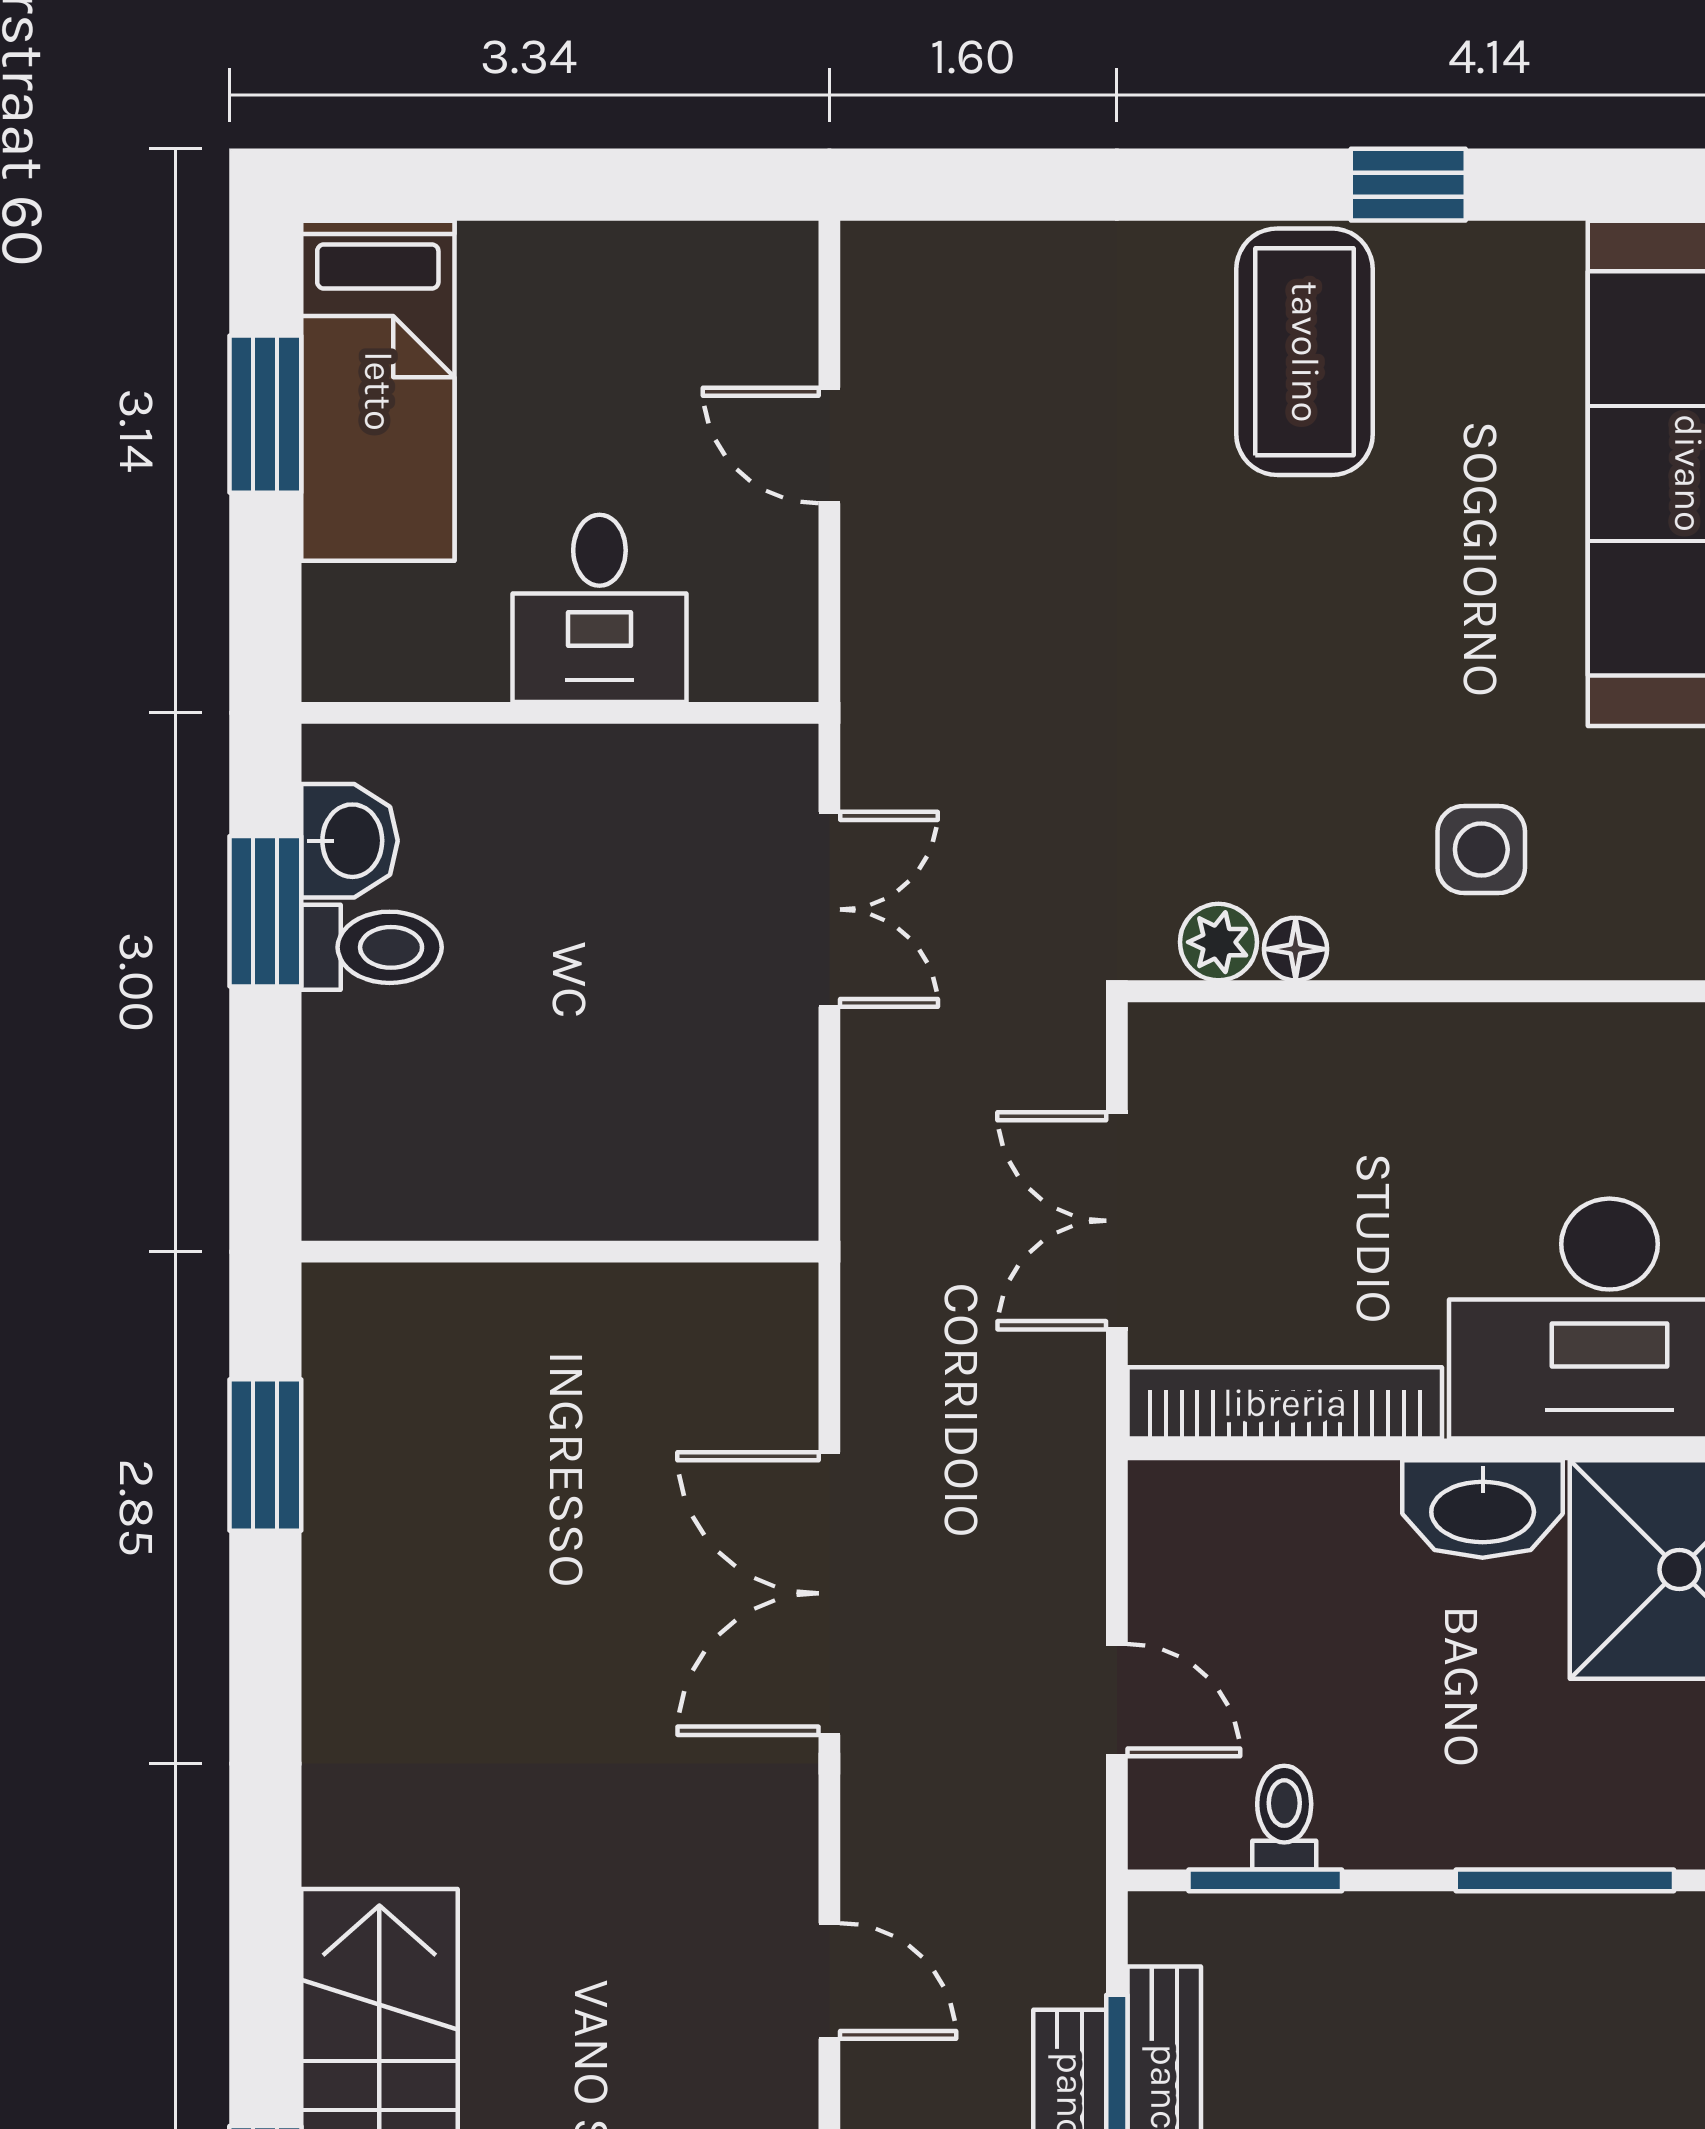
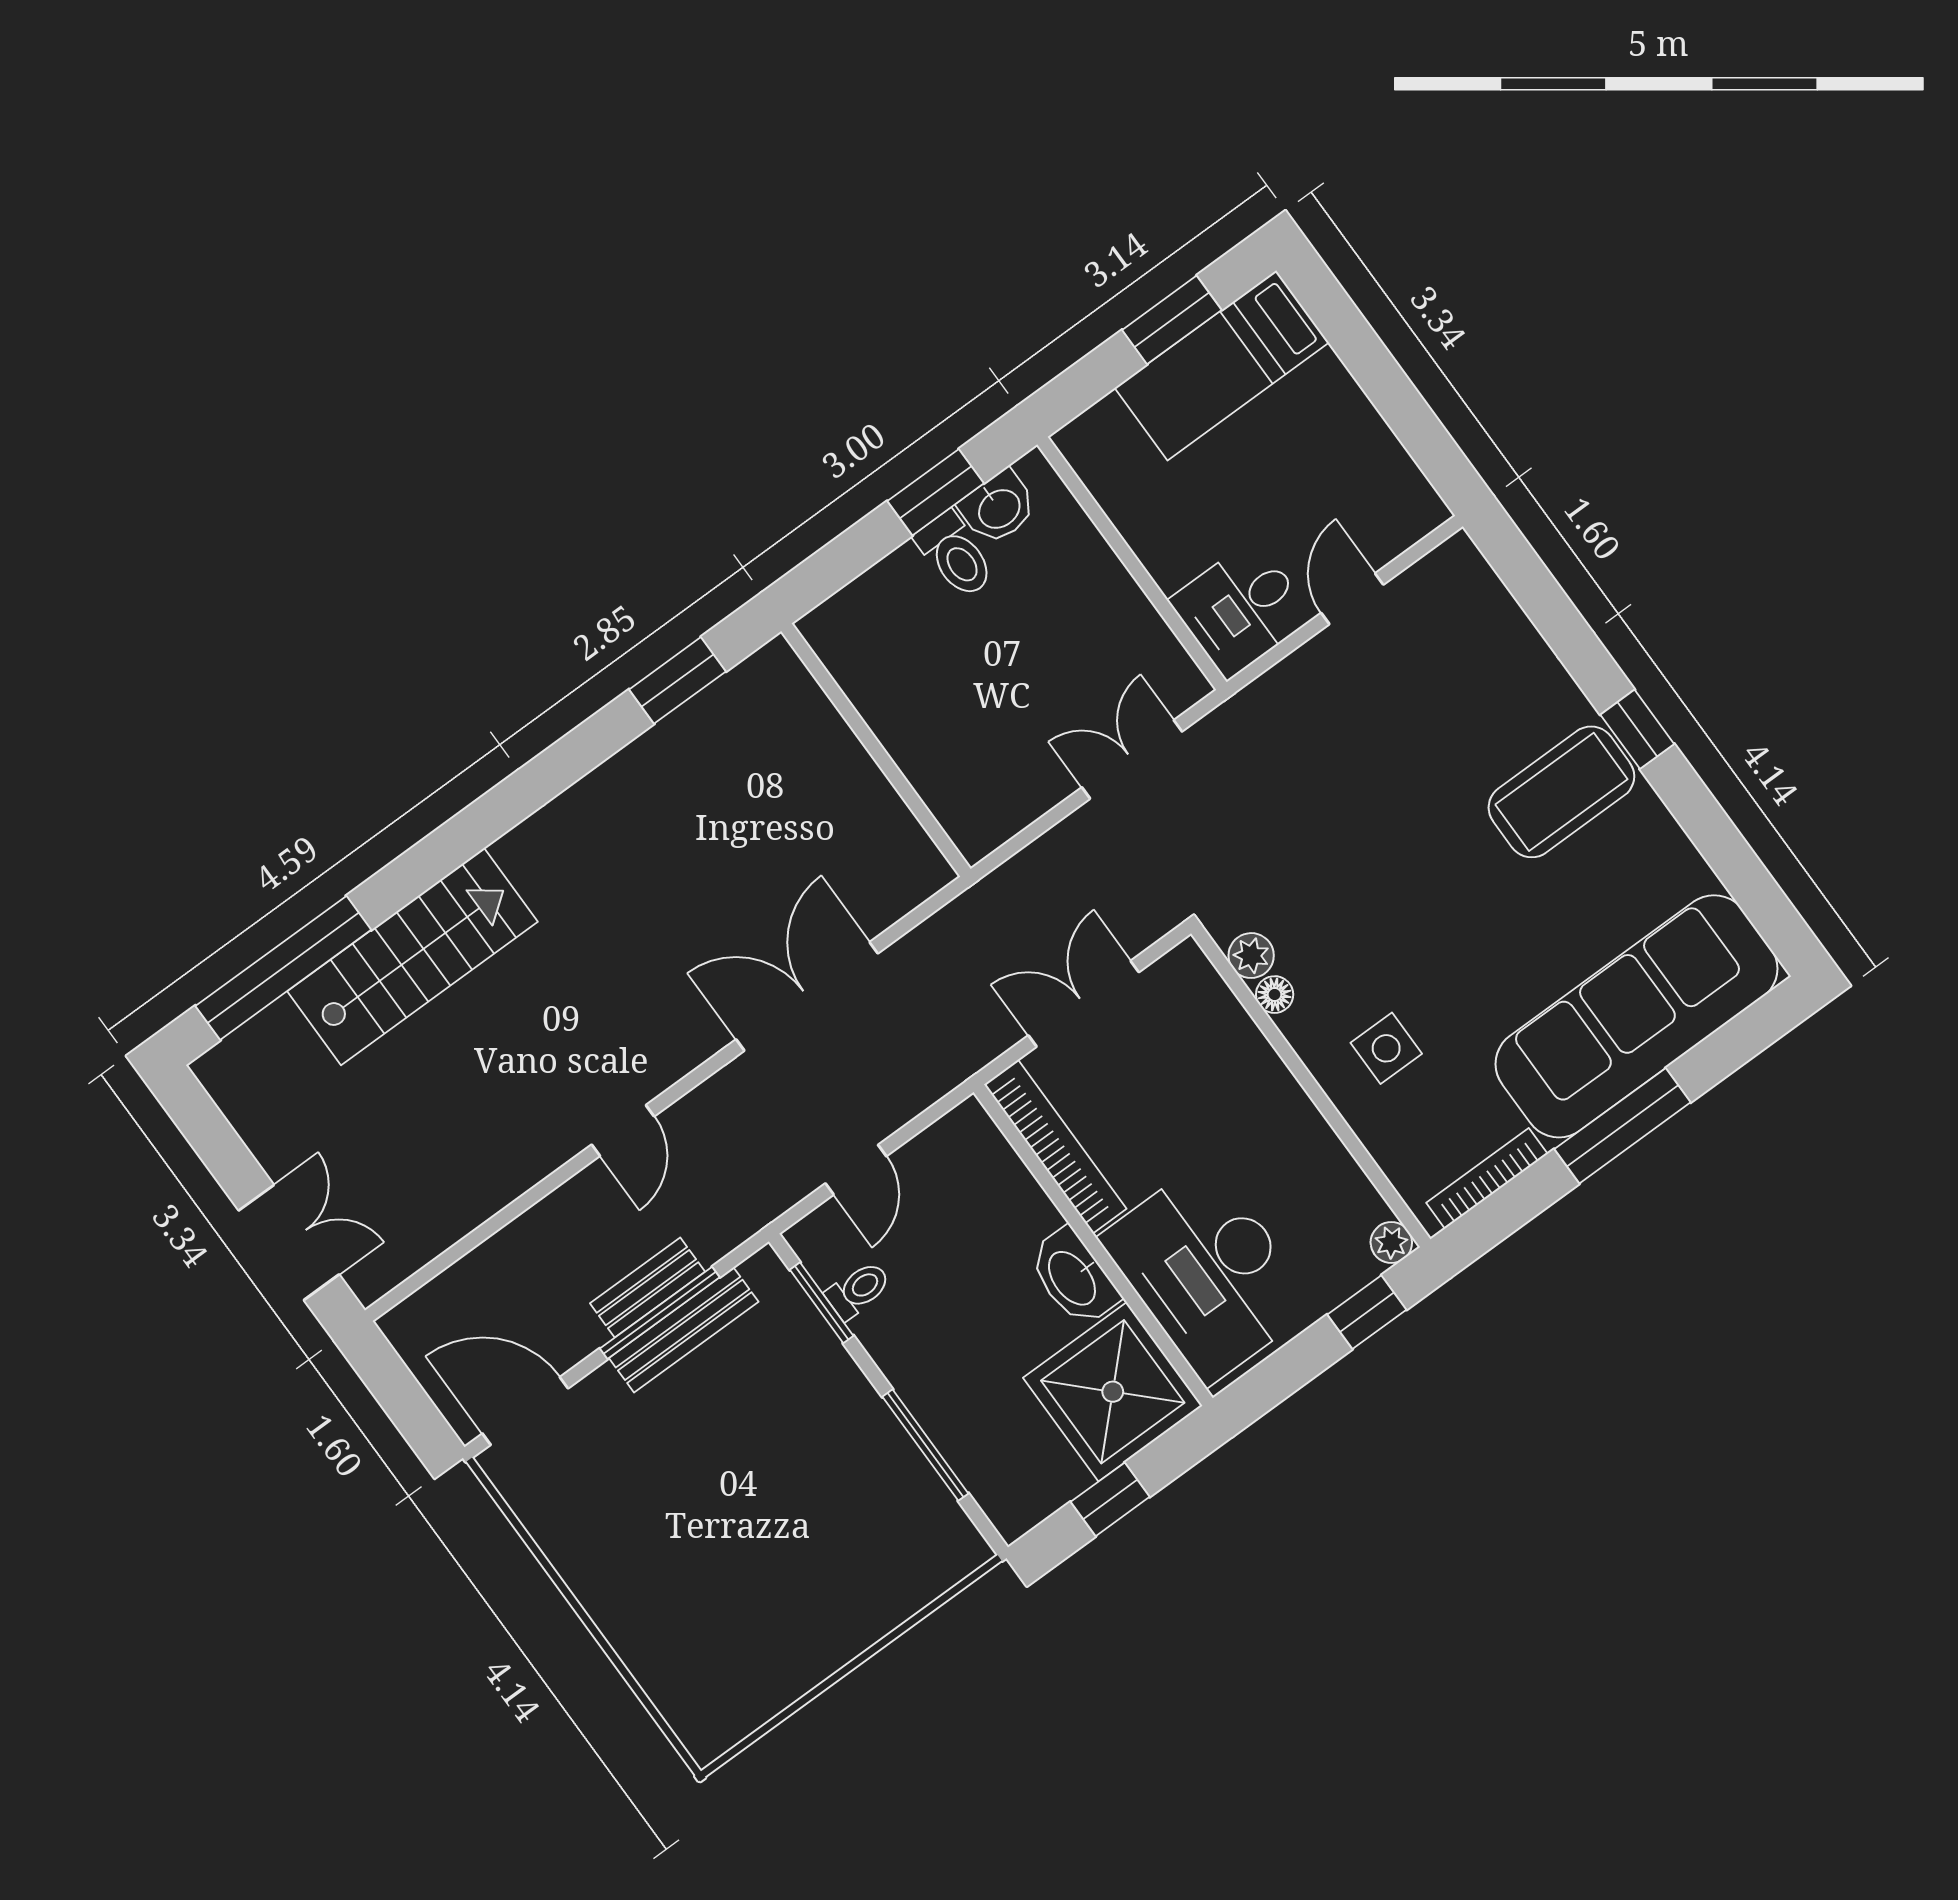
window: (1408, 185) -> (1637, 729), moved
desk: (599, 608) -> (1241, 609), moved
double door: (829, 909) -> (1132, 759), swing flipped

